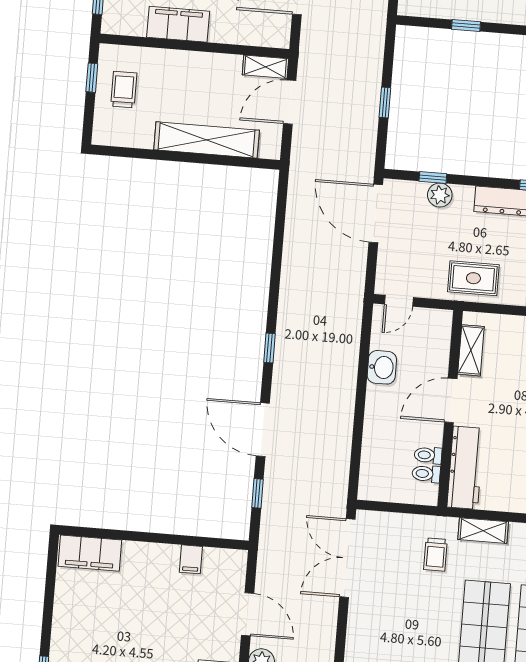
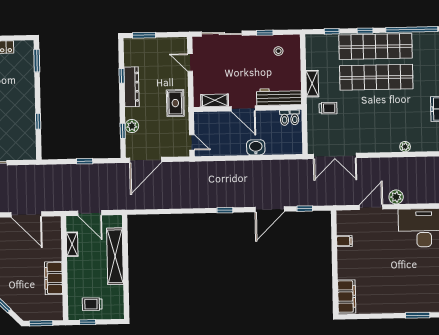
shelving: (265, 67) -> (72, 244), moved
washbasin: (382, 367) -> (256, 147), moved
toilet: (428, 455) -> (295, 117), moved

